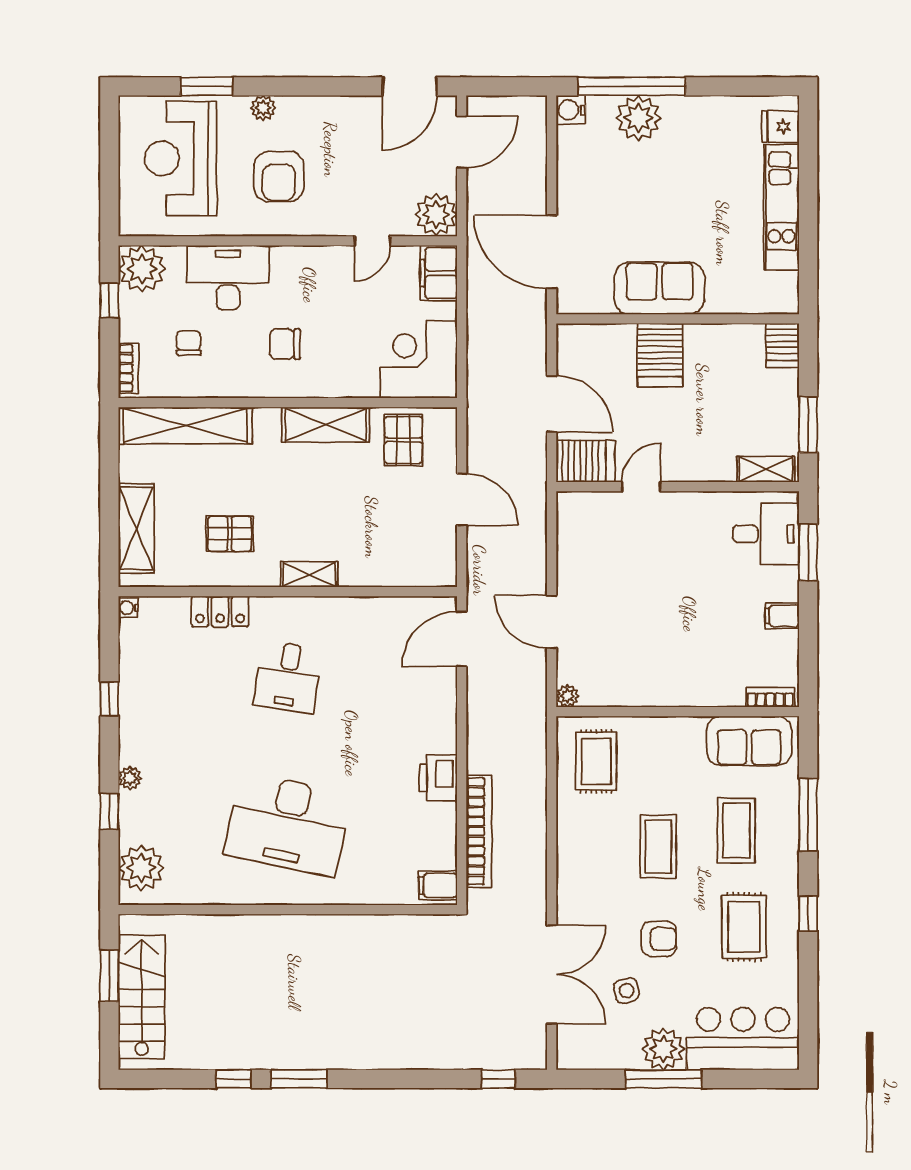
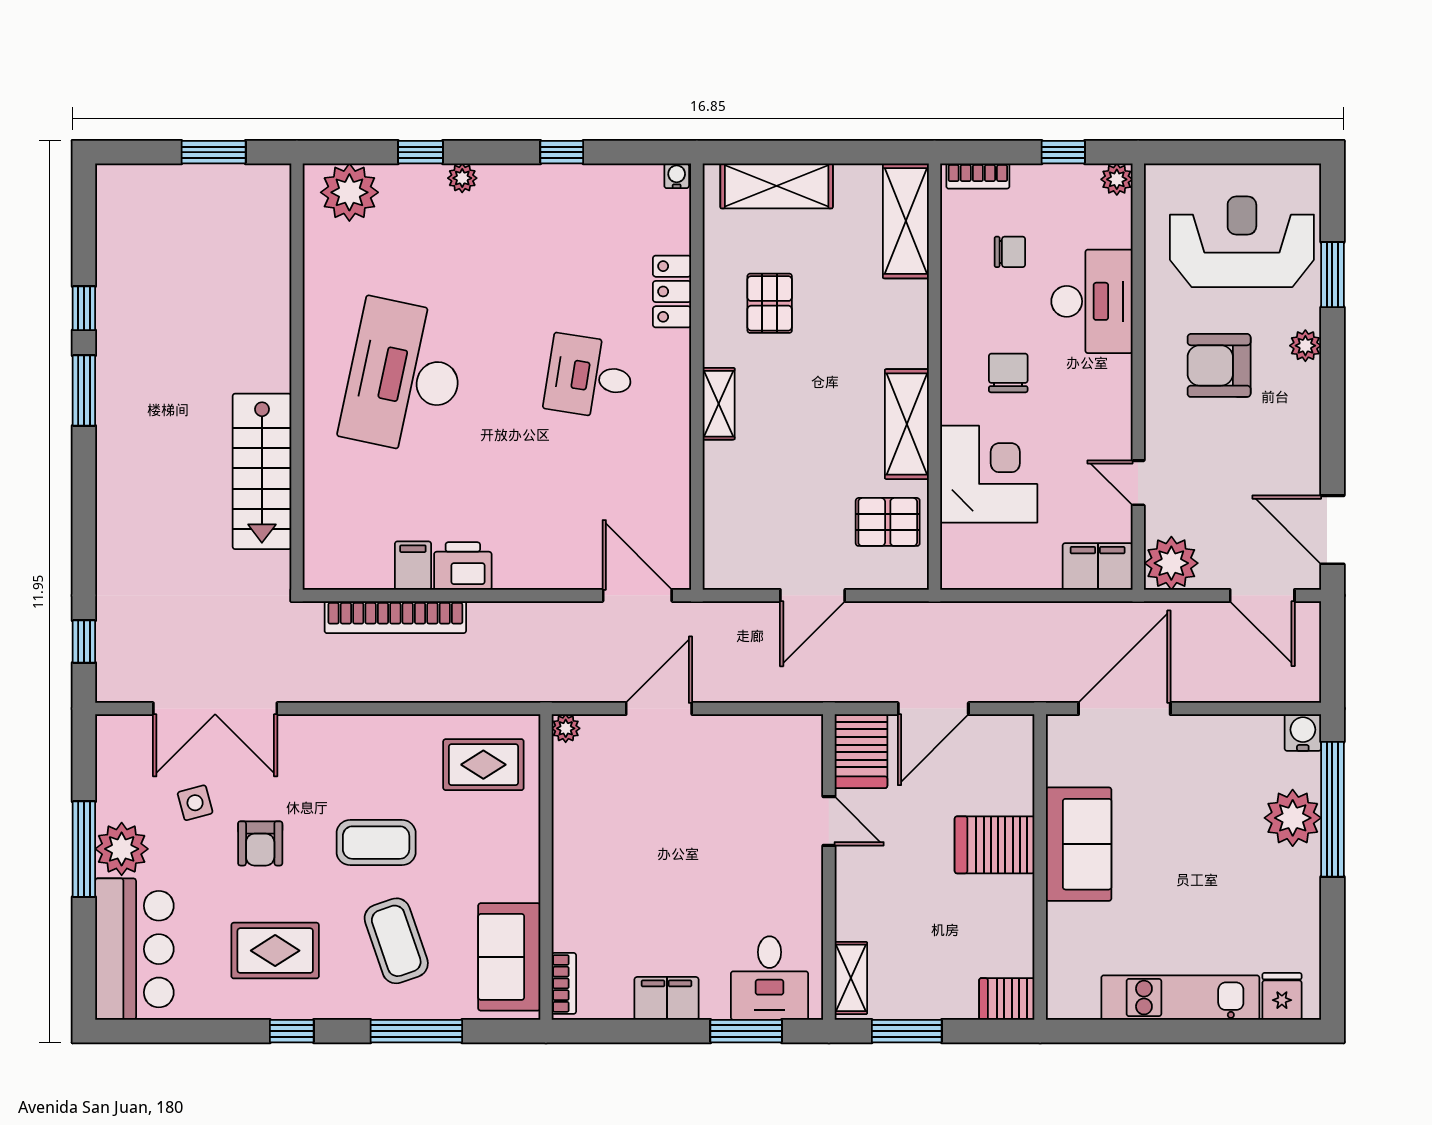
plant: (142, 269) -> (1117, 179), width x0.53, depth x0.53
corner desk: (419, 360) -> (989, 474), moved
shelving: (185, 426) -> (906, 221), width x0.68
filing cabinet: (782, 616) -> (667, 998), width x2.00
coffee table: (736, 831) -> (396, 941), turned 71
filing cabinet: (438, 885) -> (413, 566), moved
stairs: (142, 997) -> (262, 471), moved, turned 90

